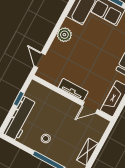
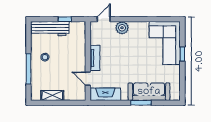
plant: (64, 35) -> (122, 28), moved

